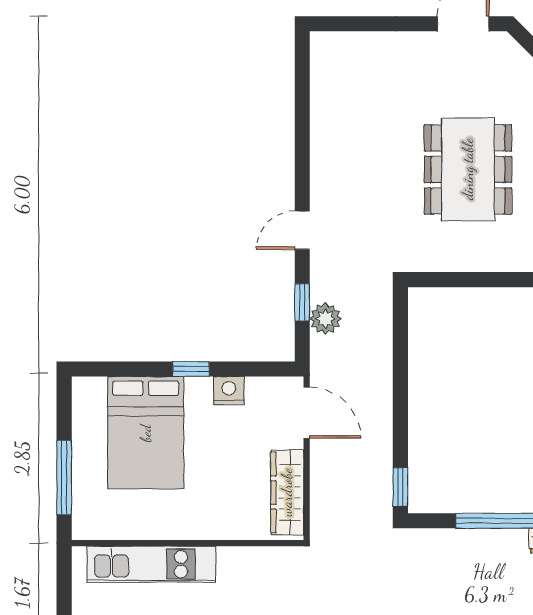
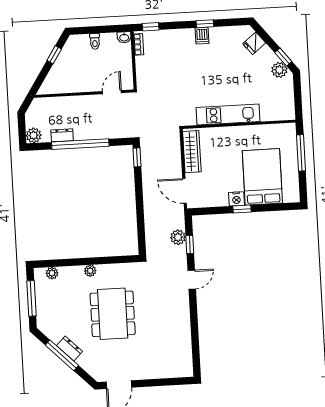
plant: (509, 260) -> (90, 271), added
nightstand: (229, 391) -> (236, 199), moved
kitchen unit: (151, 564) -> (228, 115), moved

